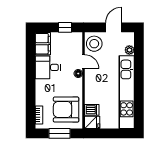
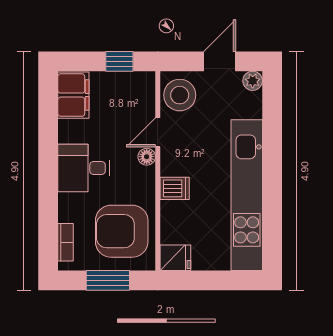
plant: (129, 50) -> (253, 81), moved
door: (84, 62) -> (158, 132), swing flipped
desk: (48, 67) -> (84, 168), moved
dishwasher: (92, 110) -> (175, 188), moved

